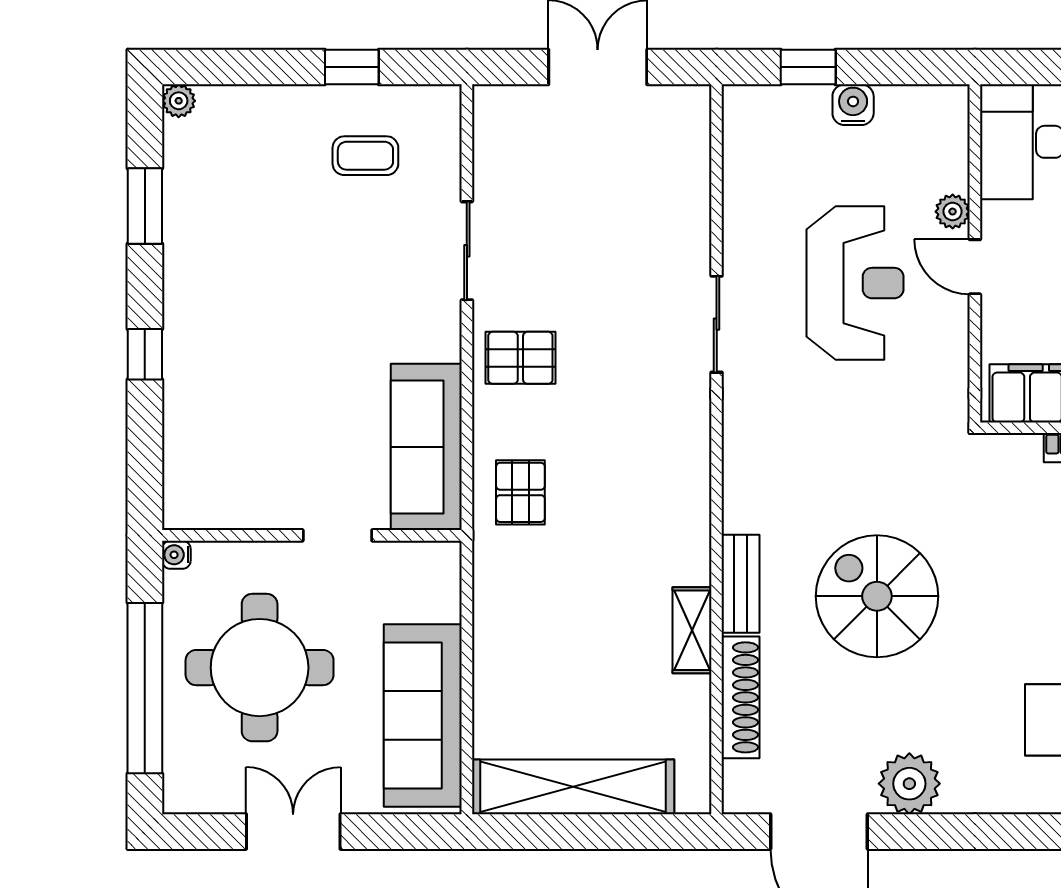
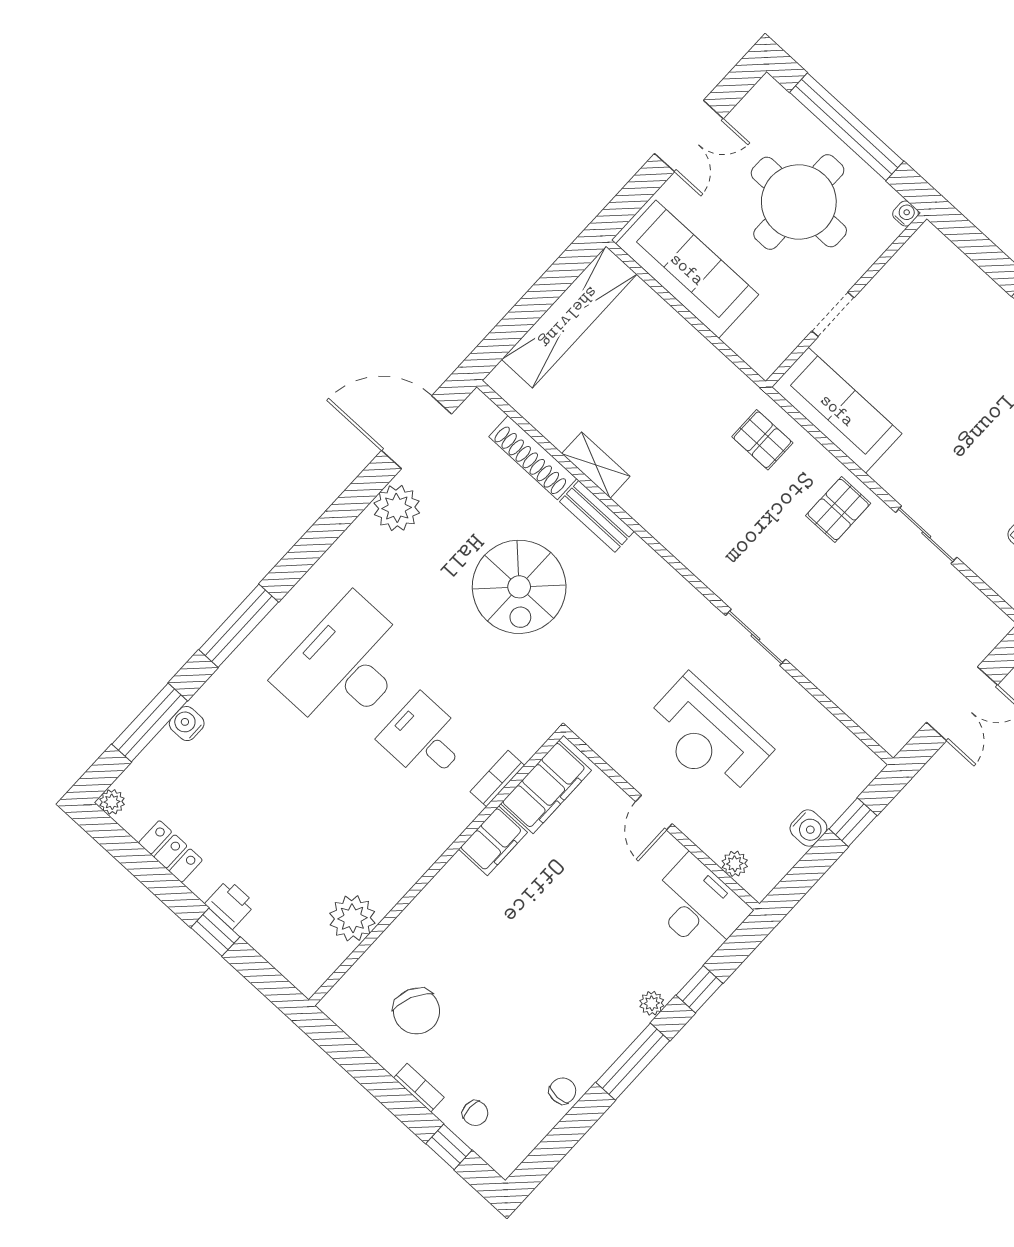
plant: (953, 212) -> (735, 864), moved
door: (975, 267) -> (654, 813), swing flipped
spiral stairs: (877, 596) -> (519, 587), turned 90

